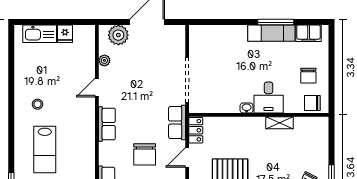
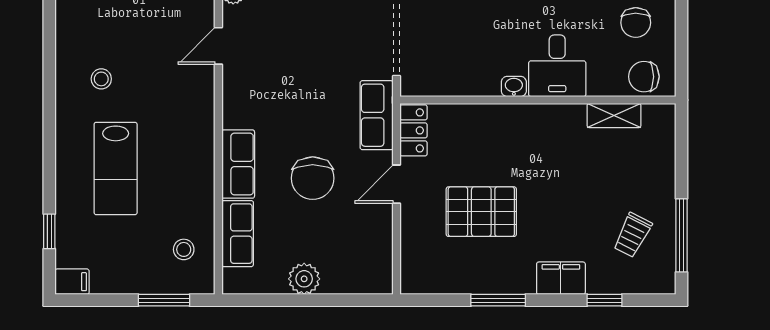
shelving: (280, 123) -> (614, 115), moved
row of seats: (107, 124) -> (238, 164), moved

